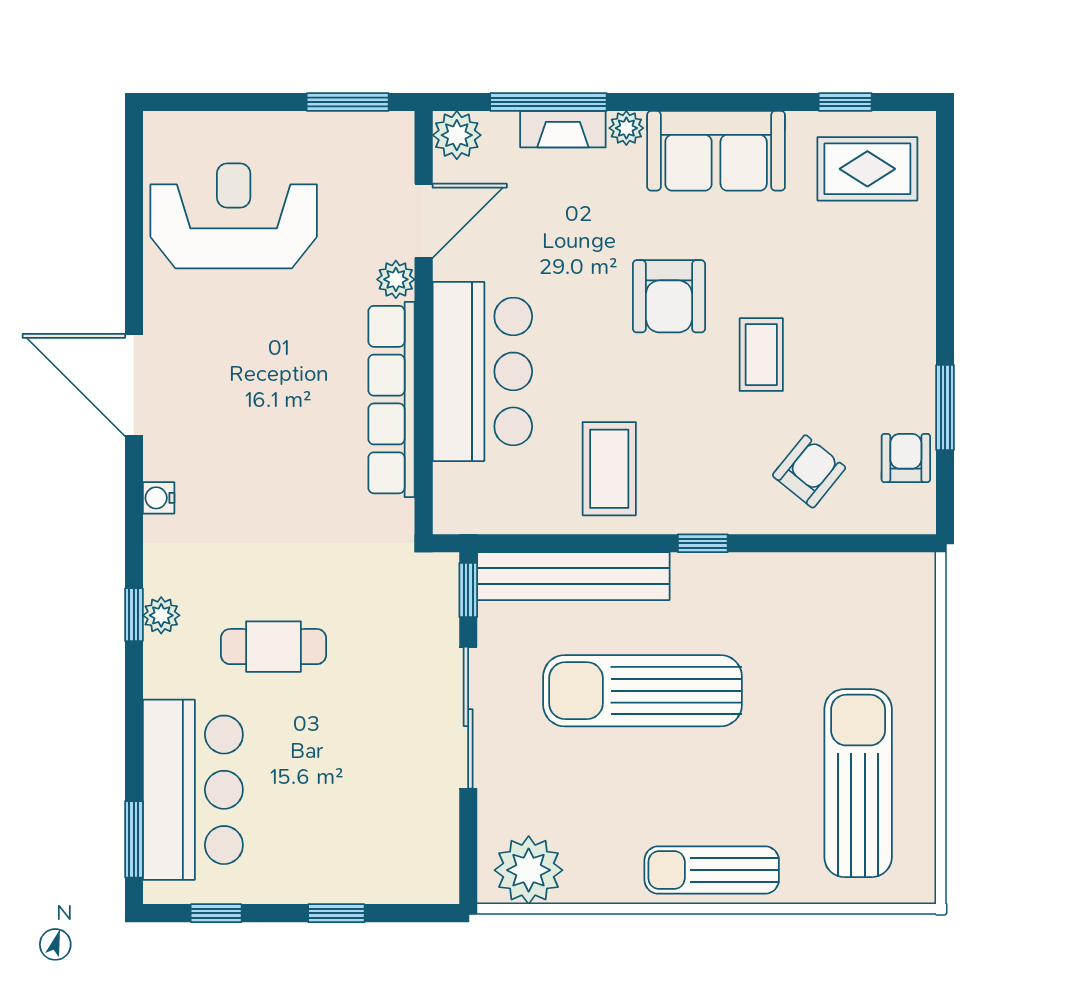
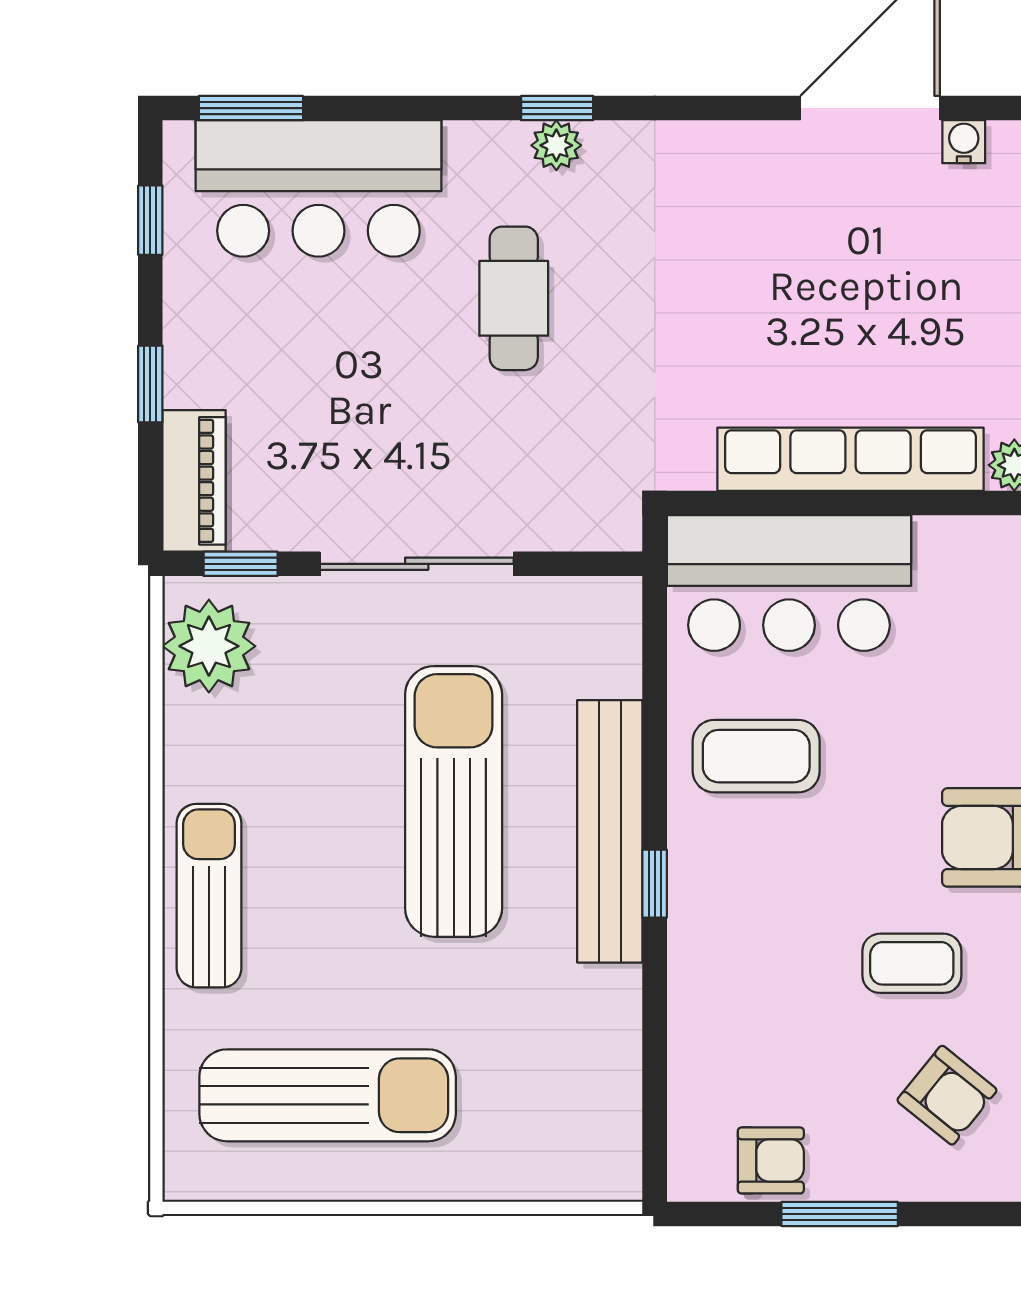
bar counter: (482, 371) -> (789, 583), moved
armchair: (809, 471) -> (947, 1095), moved
water cooler: (159, 498) -> (964, 142), moved
bench: (573, 576) -> (610, 831), moved
window: (468, 590) -> (241, 564), moved
piano: (407, 881) -> (194, 481), added

